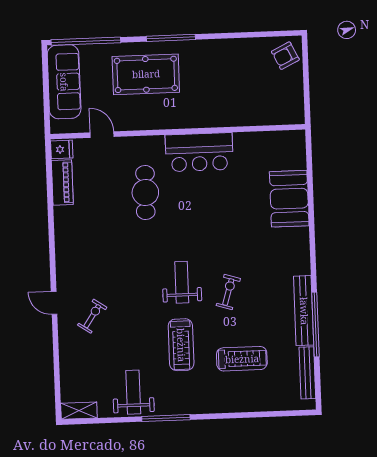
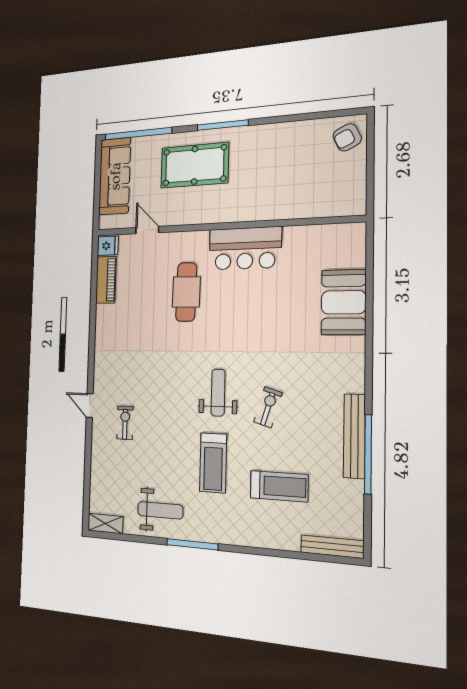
exercise bike: (92, 316) -> (125, 423), turned -34
bench: (307, 373) -> (332, 547), moved, turned 90
weight bench: (133, 392) -> (160, 510), turned 90

